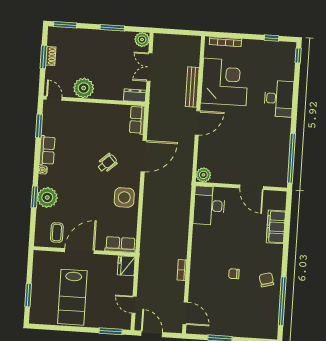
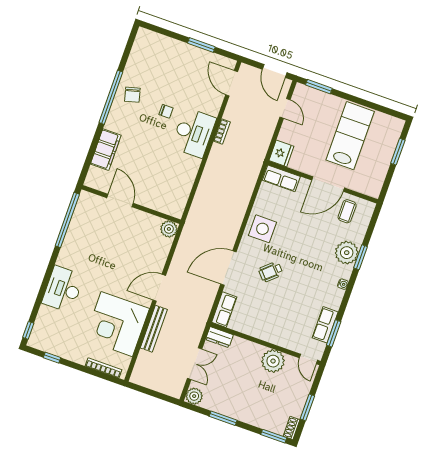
shoe rack: (51, 56) -> (291, 428), moved
row of seats: (47, 150) -> (325, 325), moved
desk: (209, 206) -> (194, 133), moved
window: (282, 301) -> (111, 97), moved

